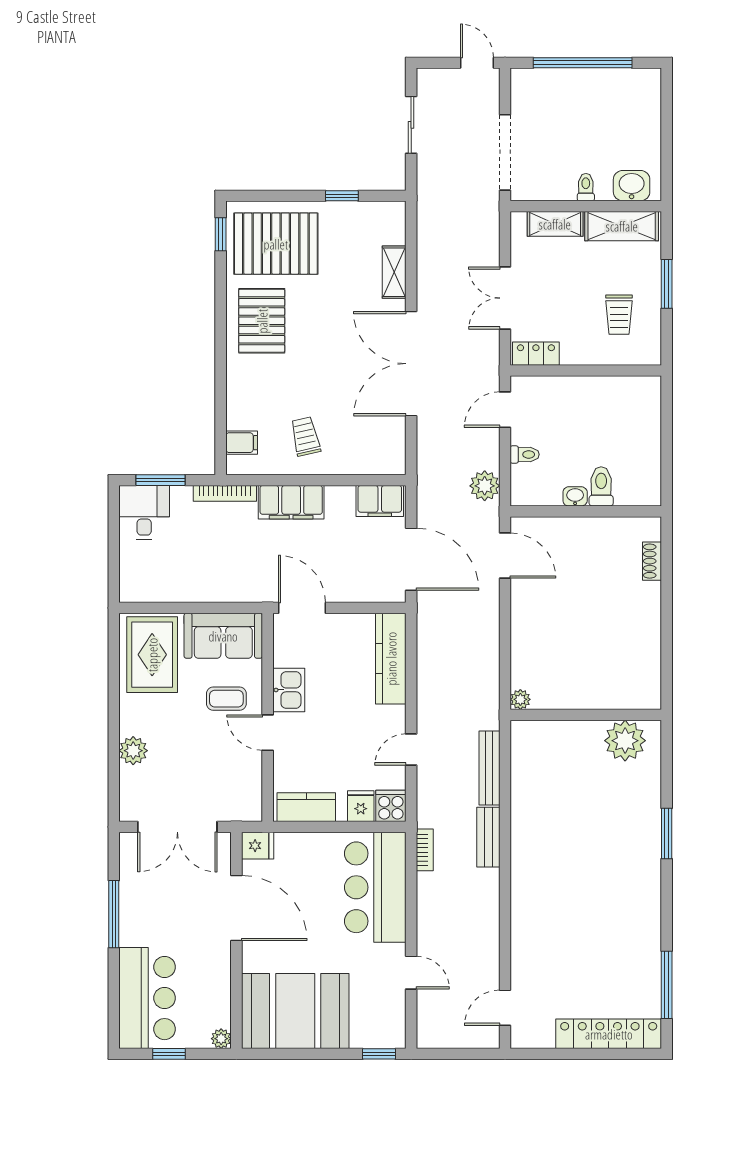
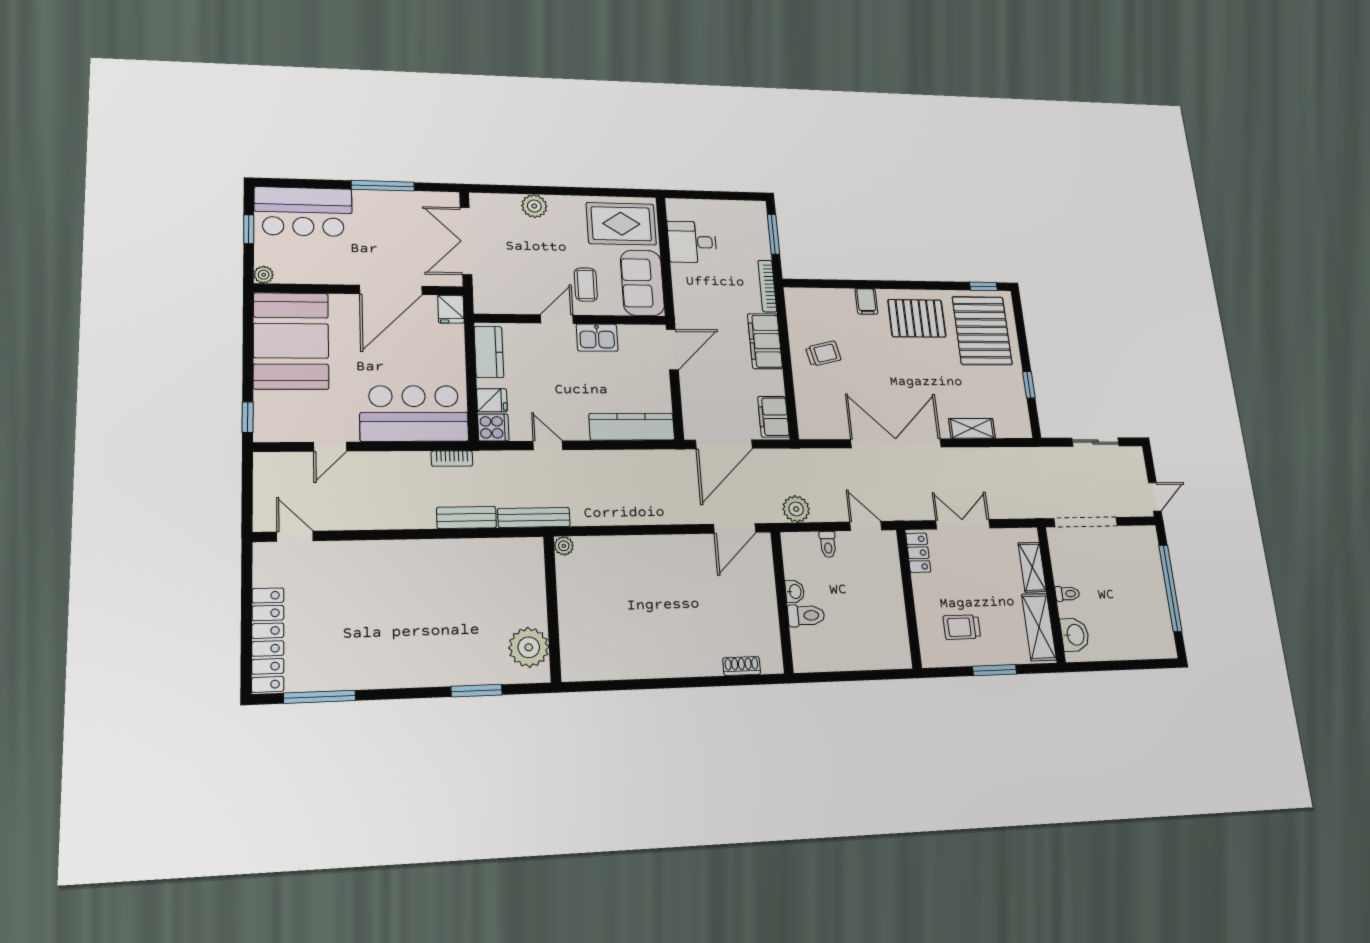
filing cabinet: (242, 443) -> (866, 301), moved
desk: (144, 512) -> (692, 242), moved, turned 180
plant: (520, 699) -> (564, 546), moved
wall: (586, 715) -> (552, 608), moved
plant: (625, 741) -> (529, 647), moved

